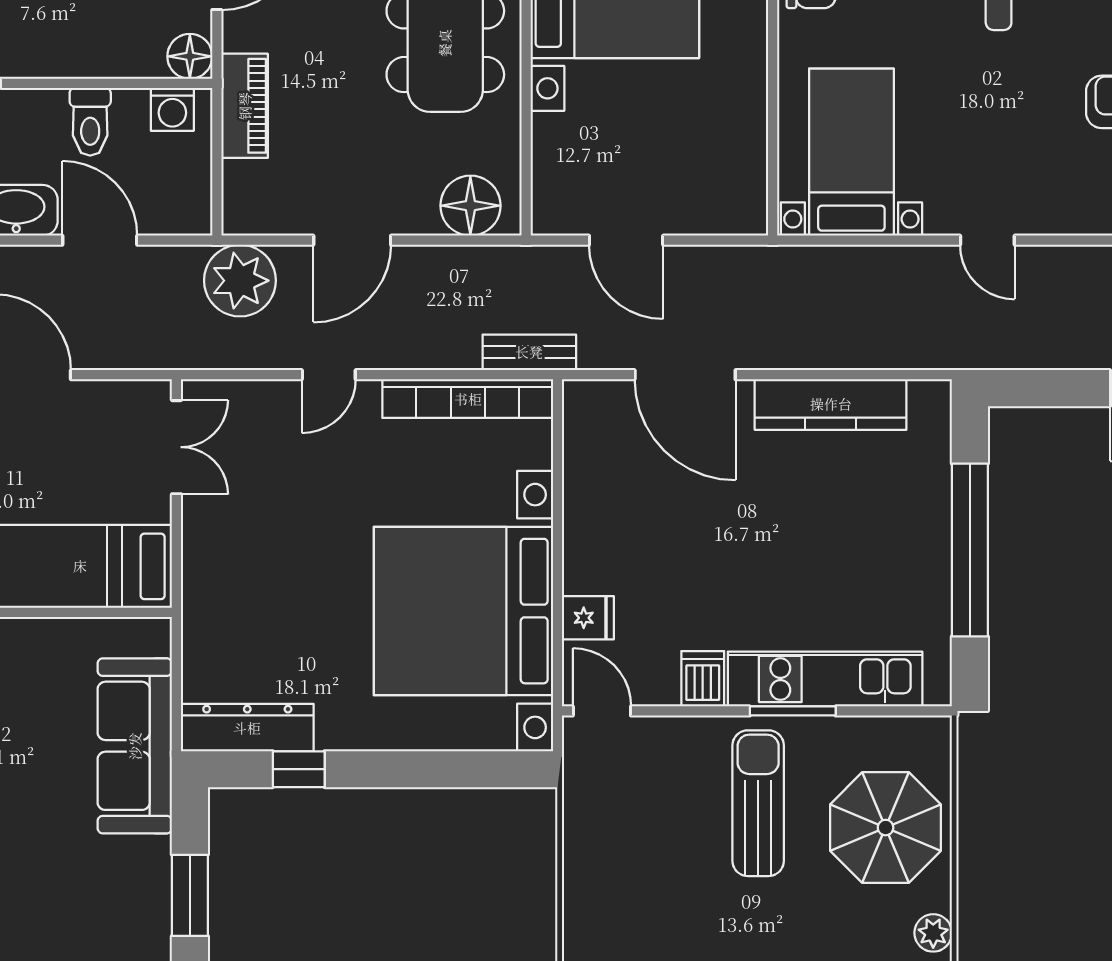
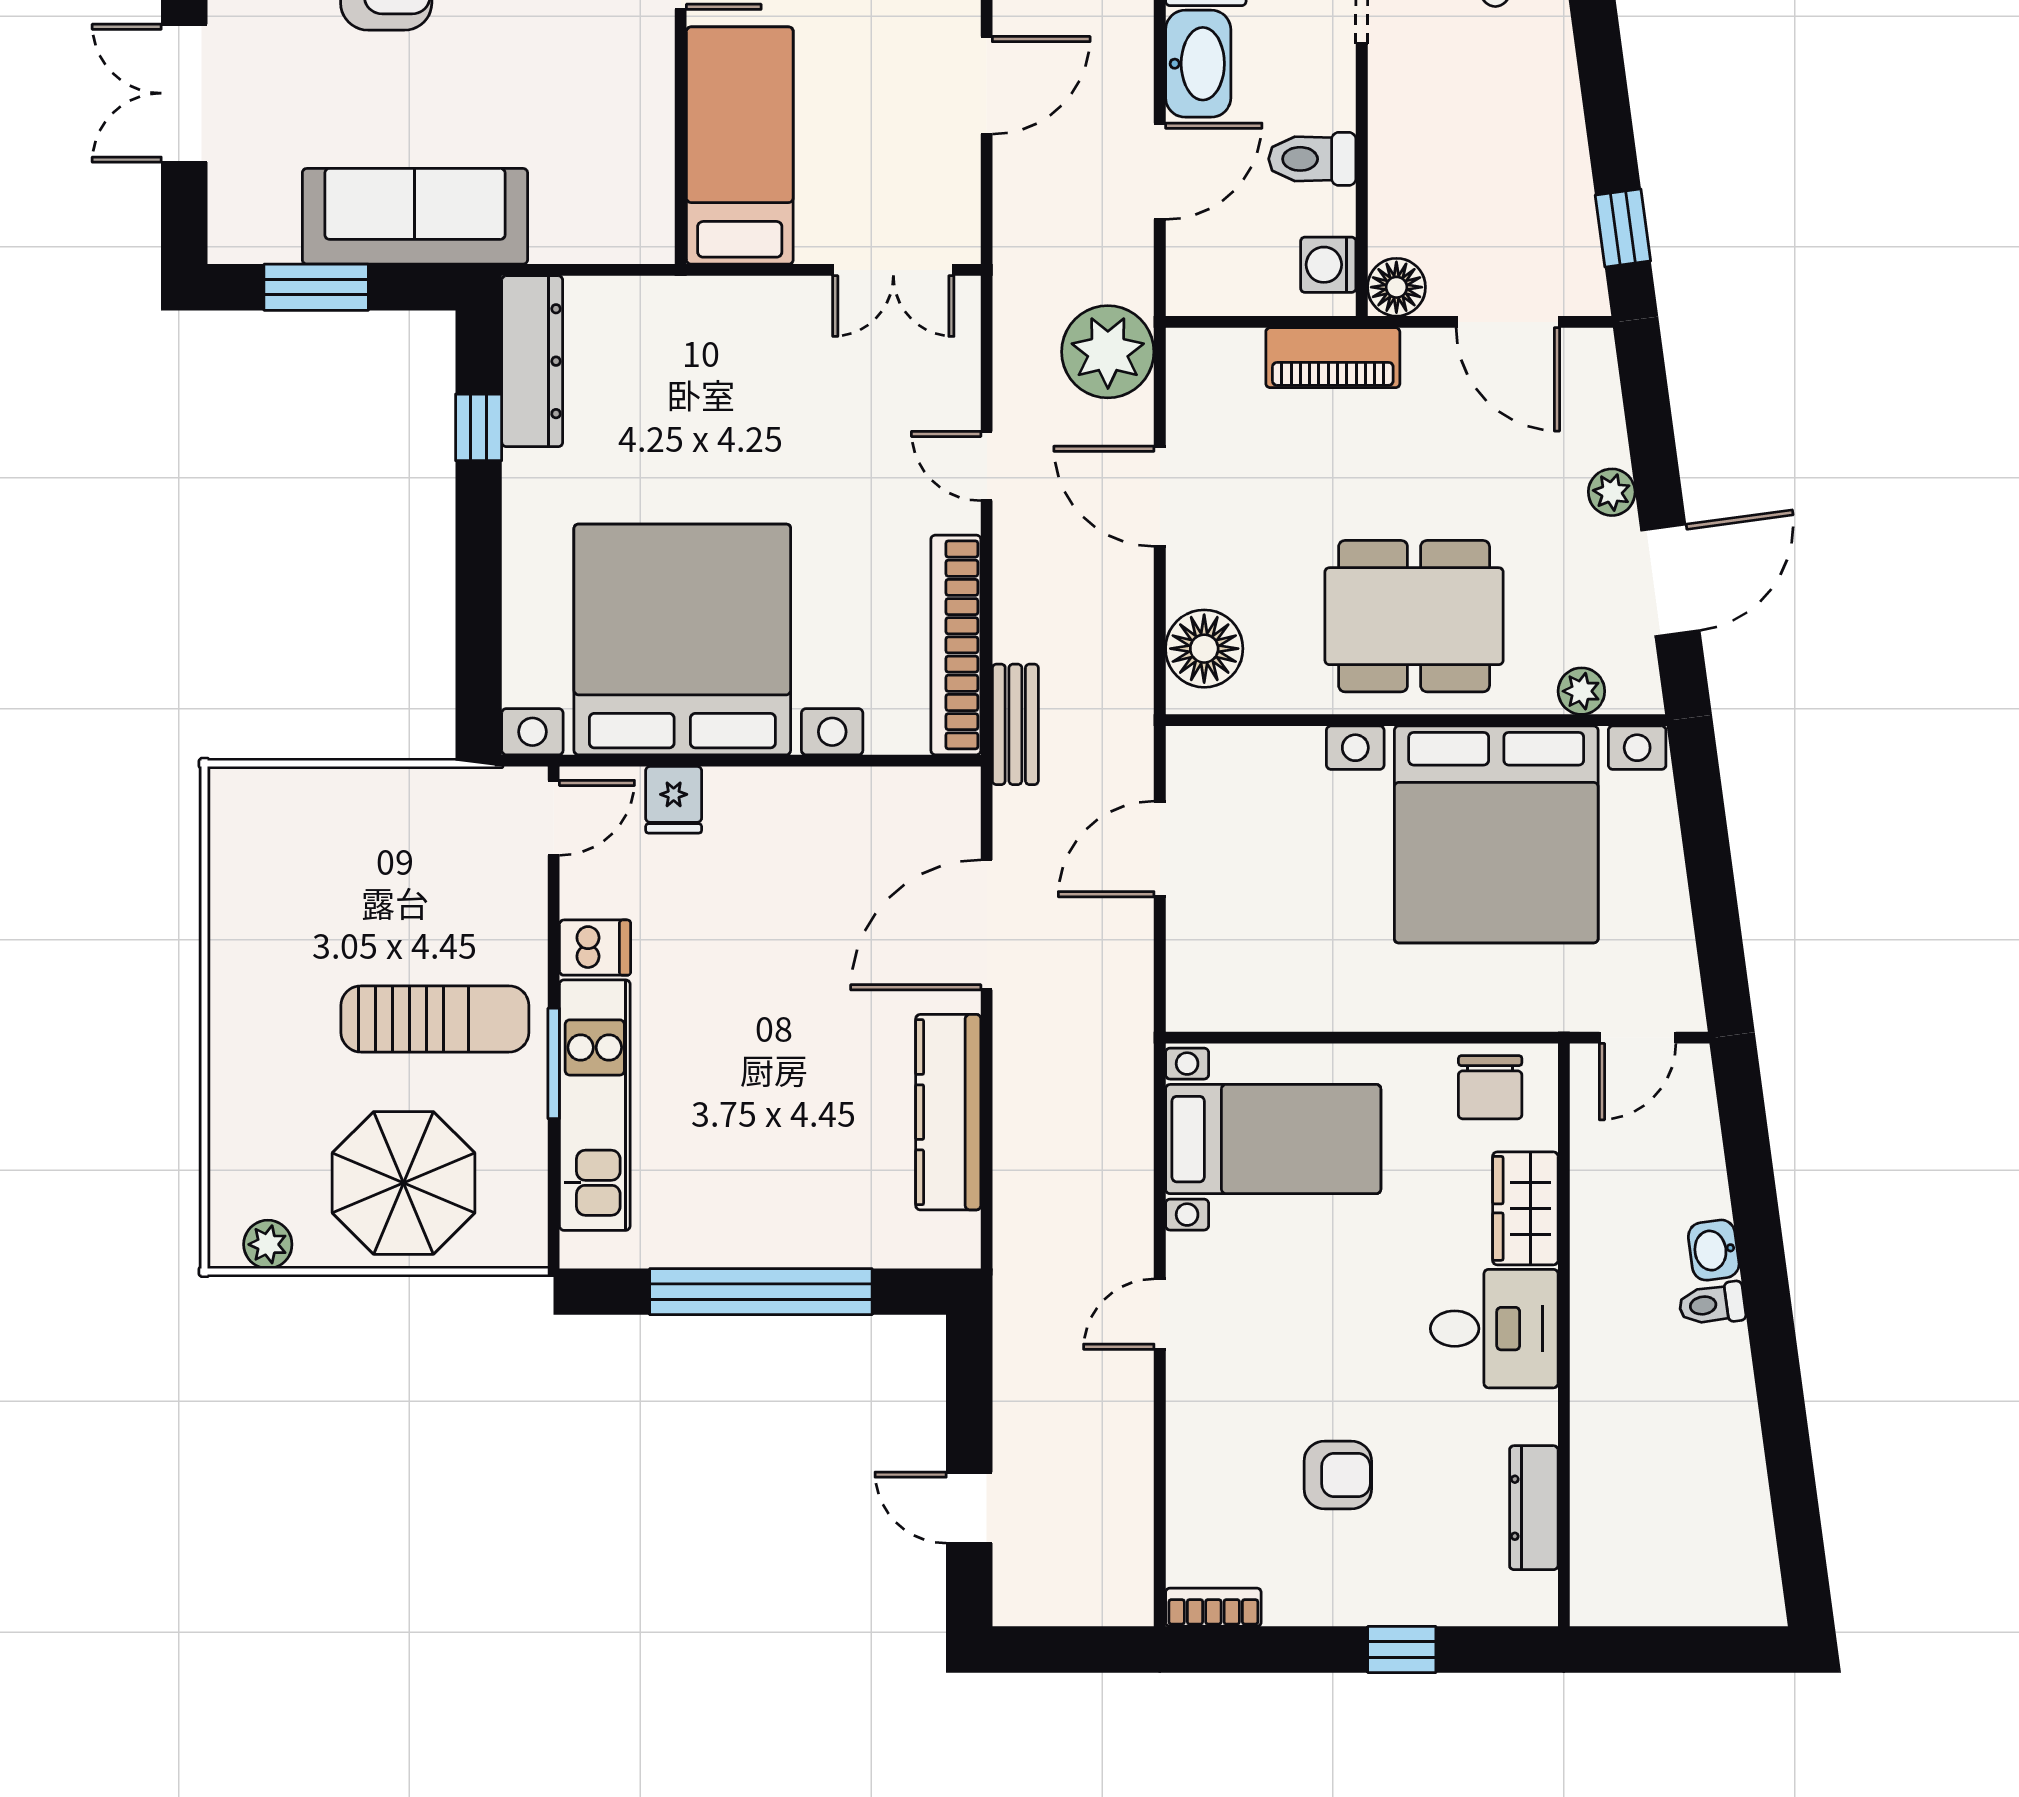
sofa: (135, 746) -> (415, 216), moved

